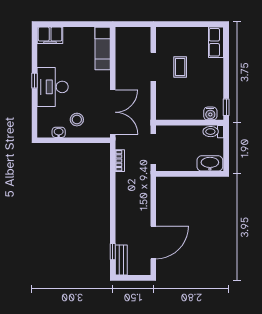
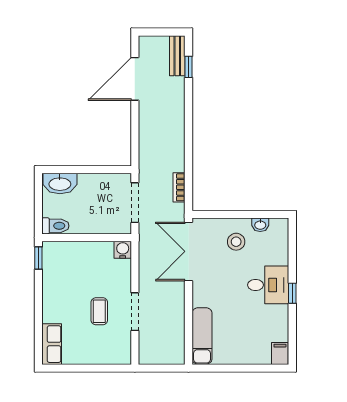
filing cabinet: (50, 35) -> (280, 353), width x0.50
desk: (53, 87) -> (268, 285), width x0.73
water cooler: (210, 113) -> (123, 250), moved

